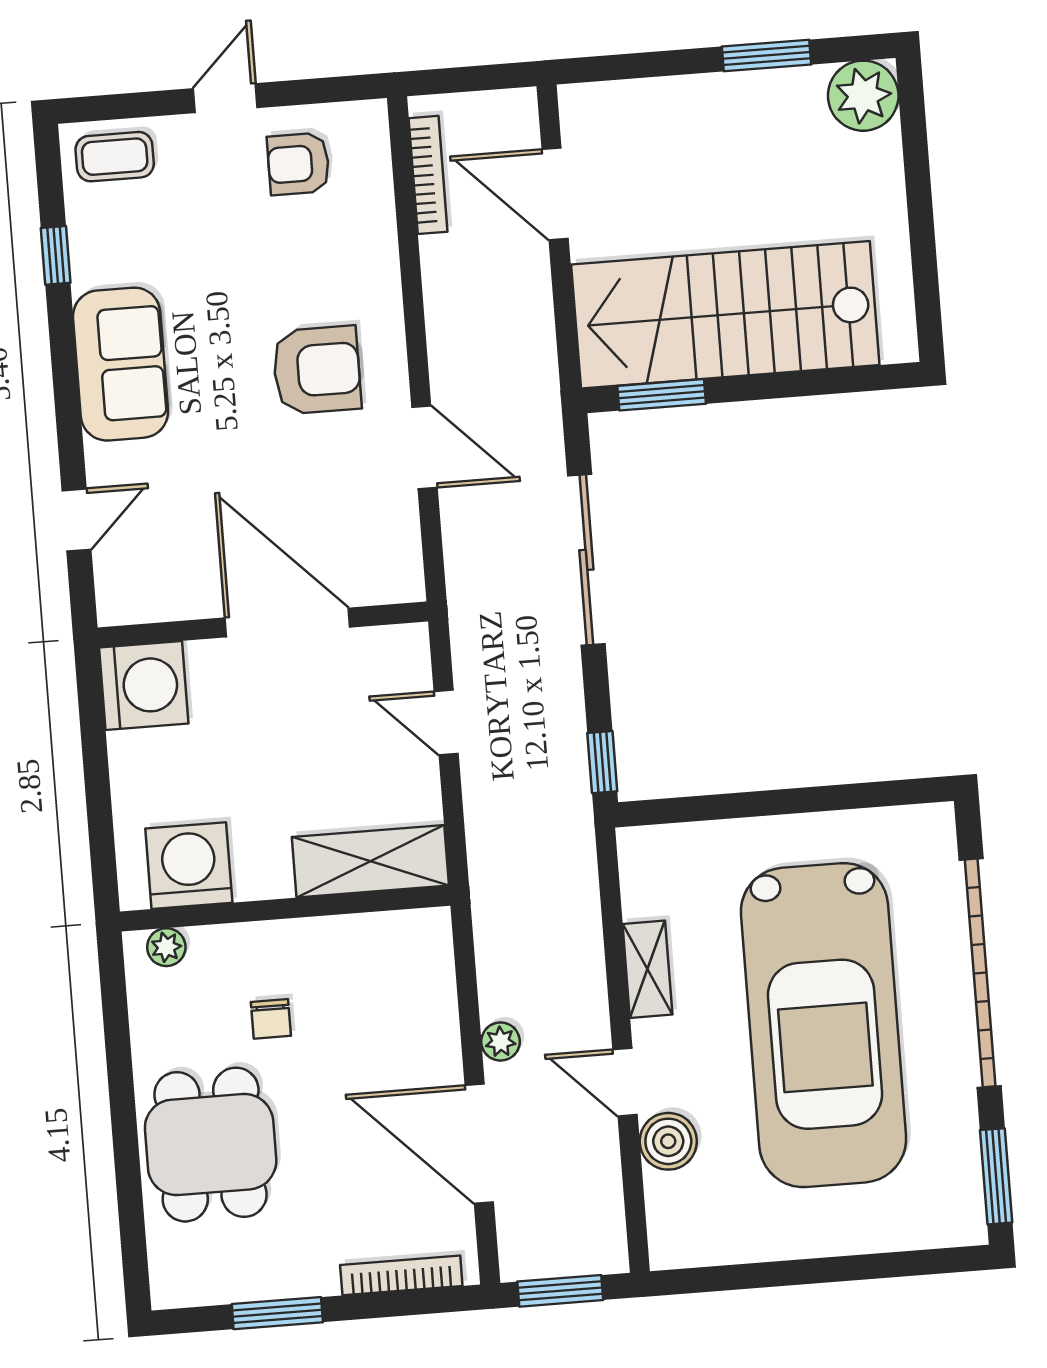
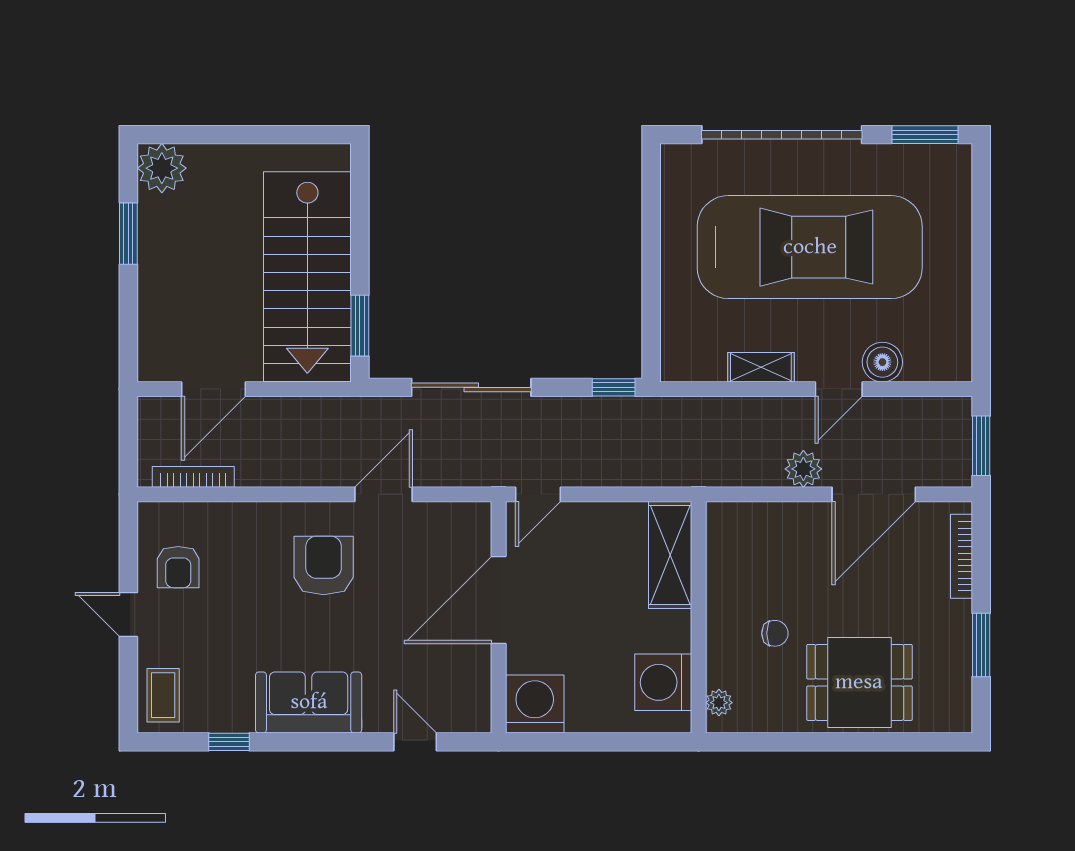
door: (446, 723) -> (538, 494), moved
plant: (500, 1042) -> (803, 469), width x1.38, depth x1.38

